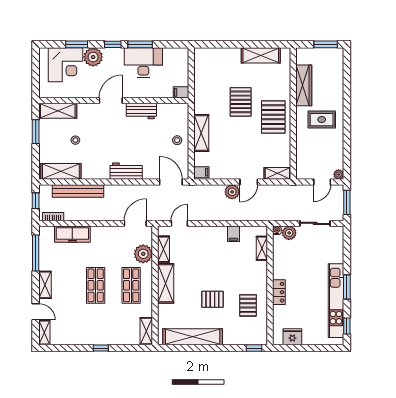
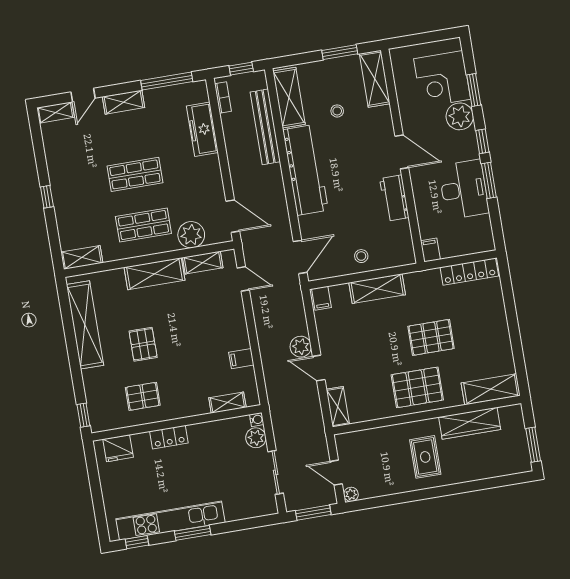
shelving: (261, 55) -> (491, 389), moved, turned 90
locker: (200, 68) -> (469, 272), added
workbench: (126, 171) -> (305, 170), width x1.88, depth x1.32
fridge: (292, 337) -> (118, 448), moved, turned 90

